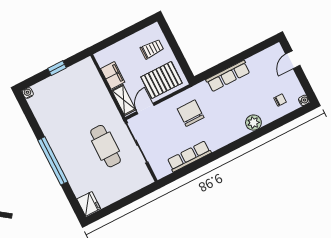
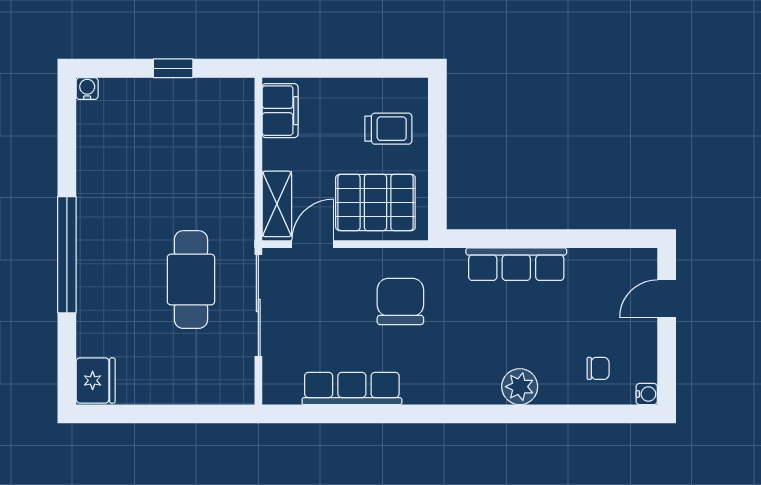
filing cabinet: (113, 75) -> (280, 111), moved

